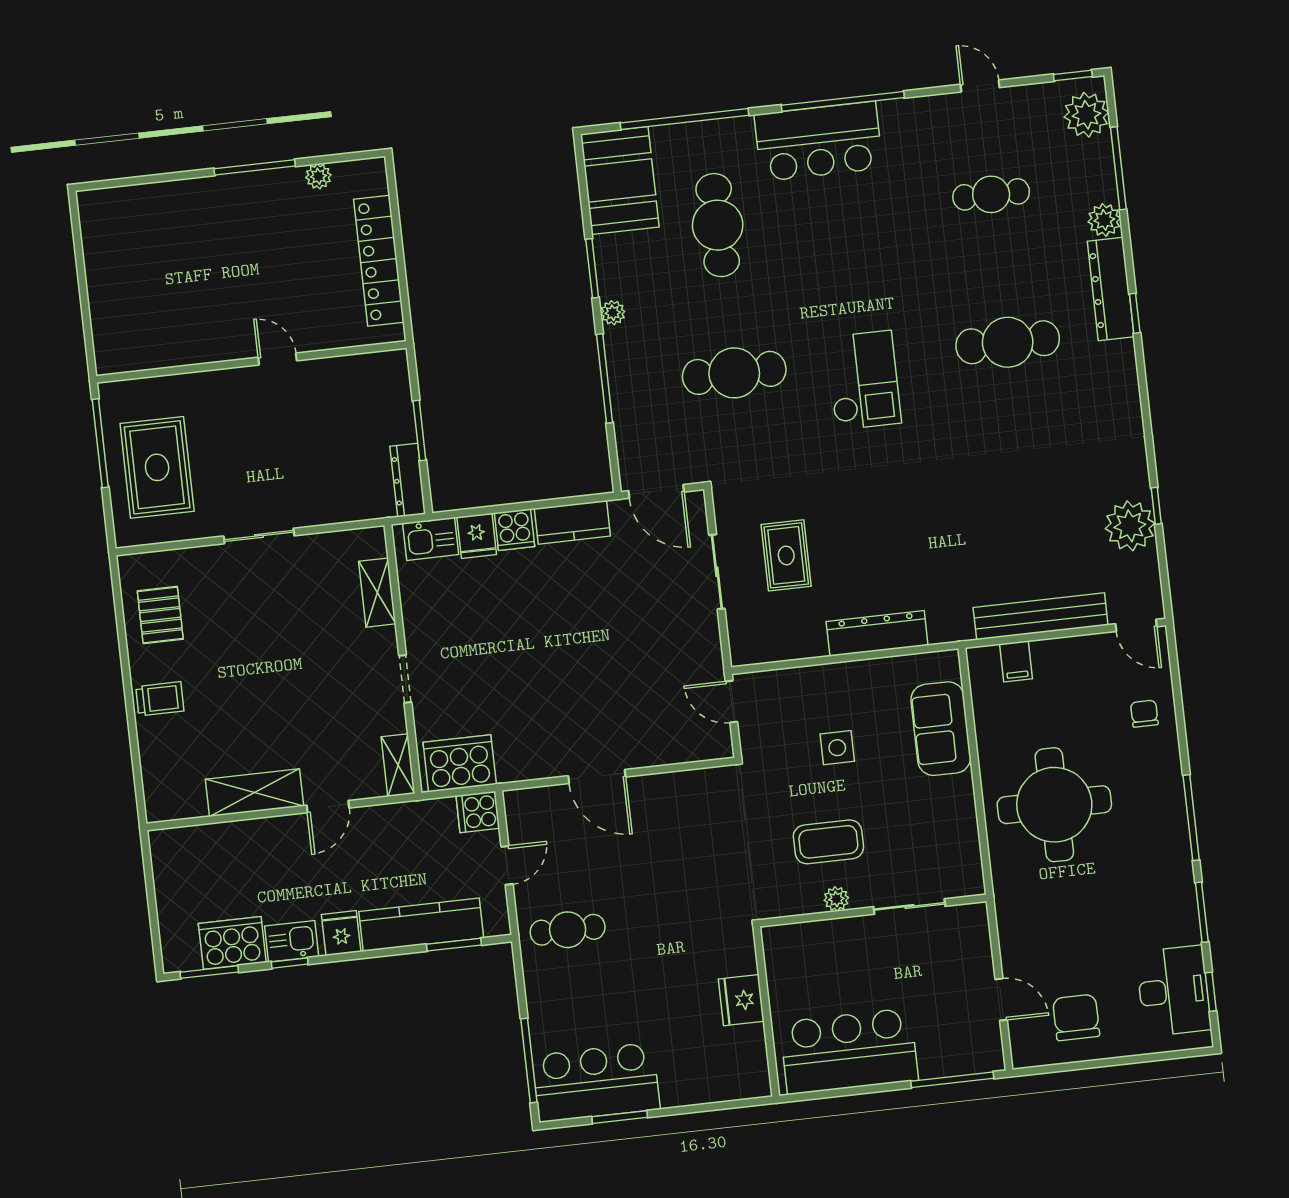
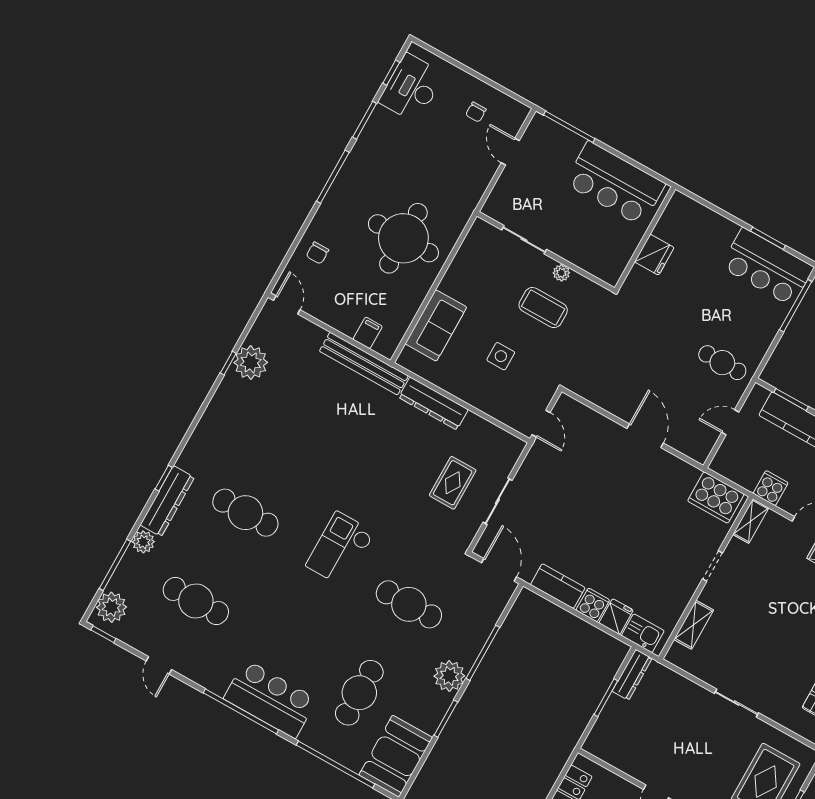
cafe table: (991, 194) -> (196, 601), width x1.37, depth x1.35
plant: (613, 313) -> (449, 676), width x1.88, depth x1.88
bench: (1041, 616) -> (364, 364), moved
cooker: (478, 812) -> (771, 488), moved, turned -90
chair: (1076, 1017) -> (476, 112), width x0.54, depth x0.54

